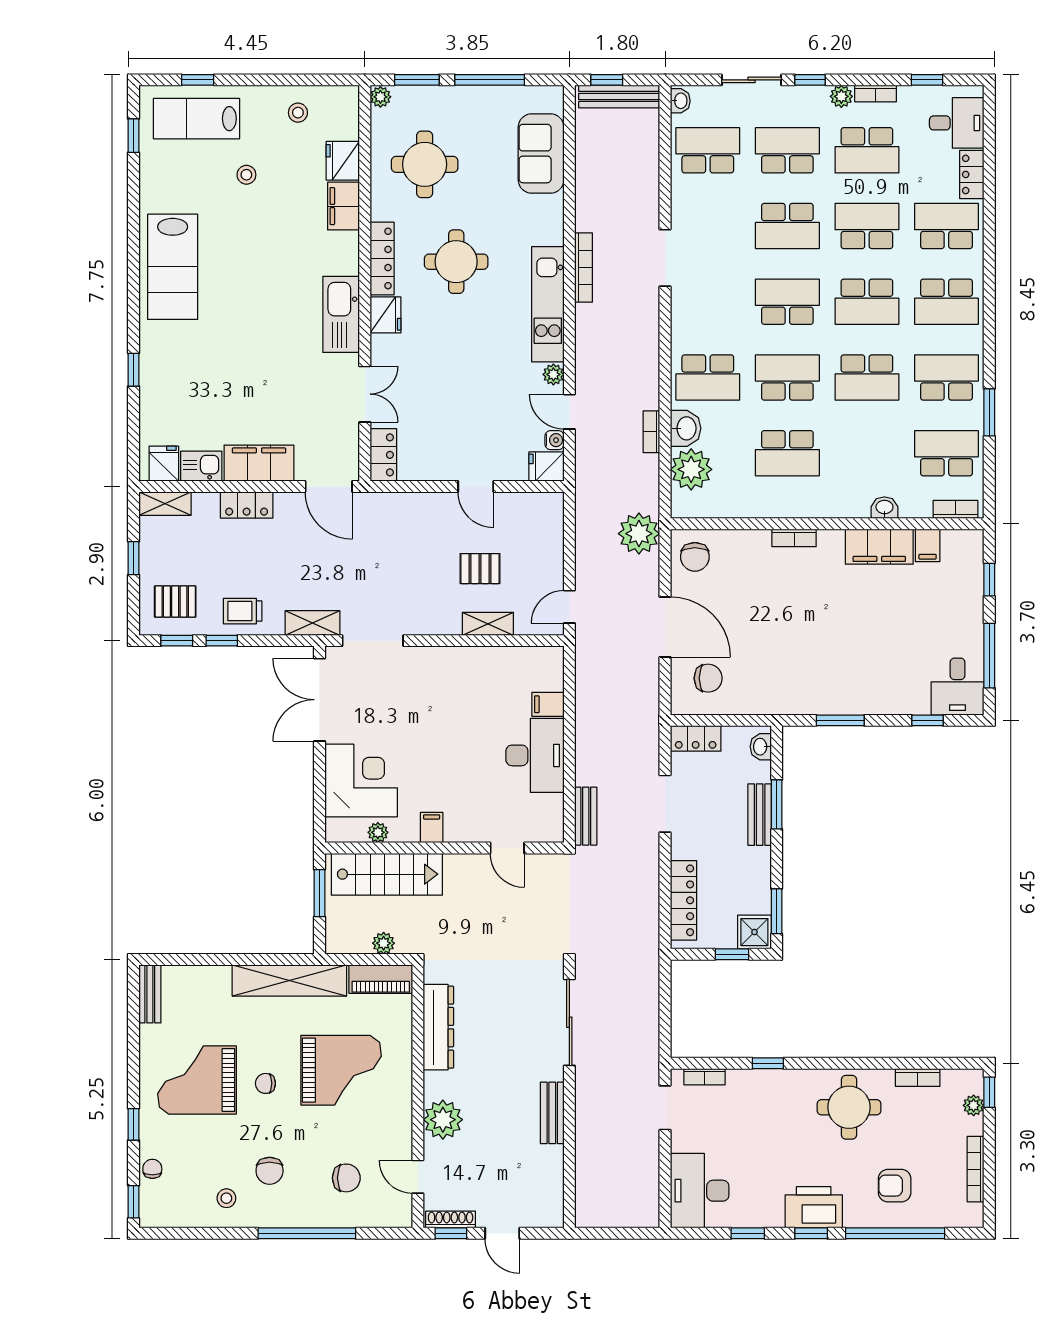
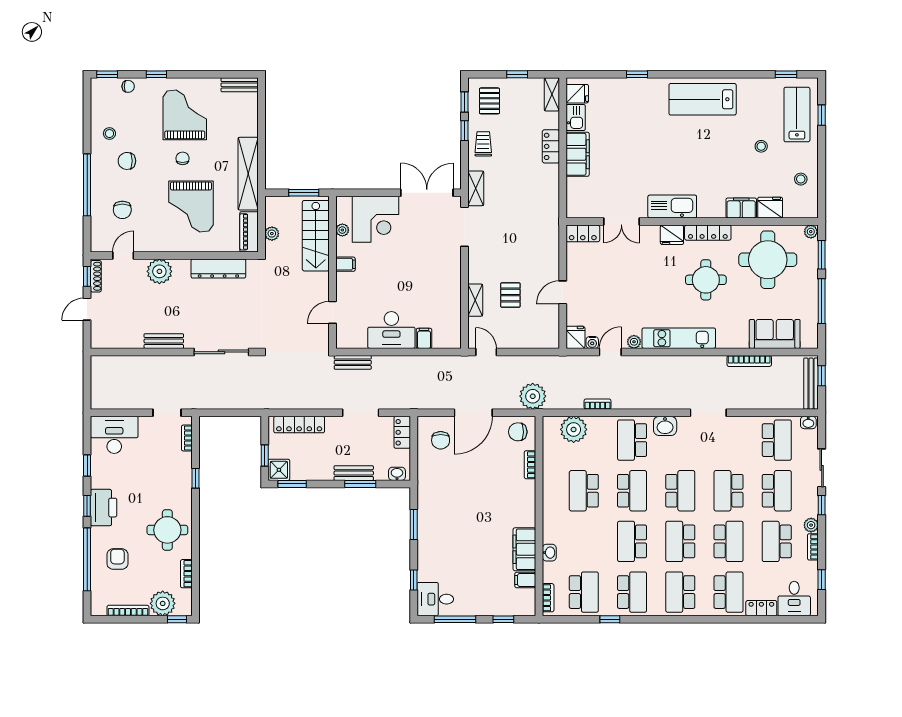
round table: (425, 164) -> (768, 260), width x1.36, depth x1.36
bookcase: (584, 268) -> (749, 361), moved
window: (989, 412) -> (610, 619), width x0.67
washbasin: (686, 428) -> (665, 426), moved
door: (329, 486) -> (563, 199), removed
bookcase: (794, 538) -> (530, 465), moved
plant: (974, 1105) -> (163, 603), width x1.88, depth x1.88

